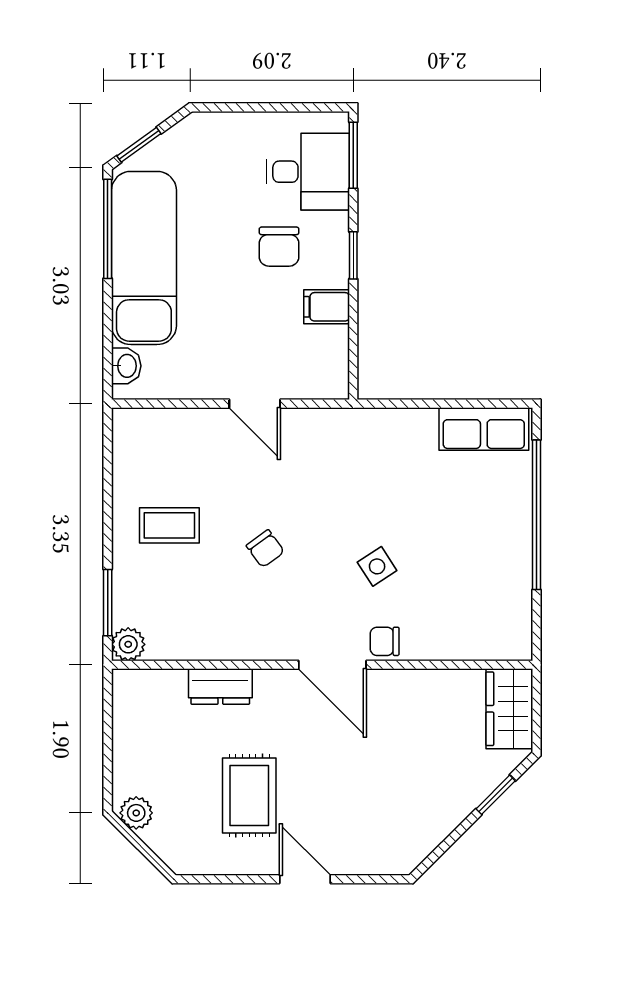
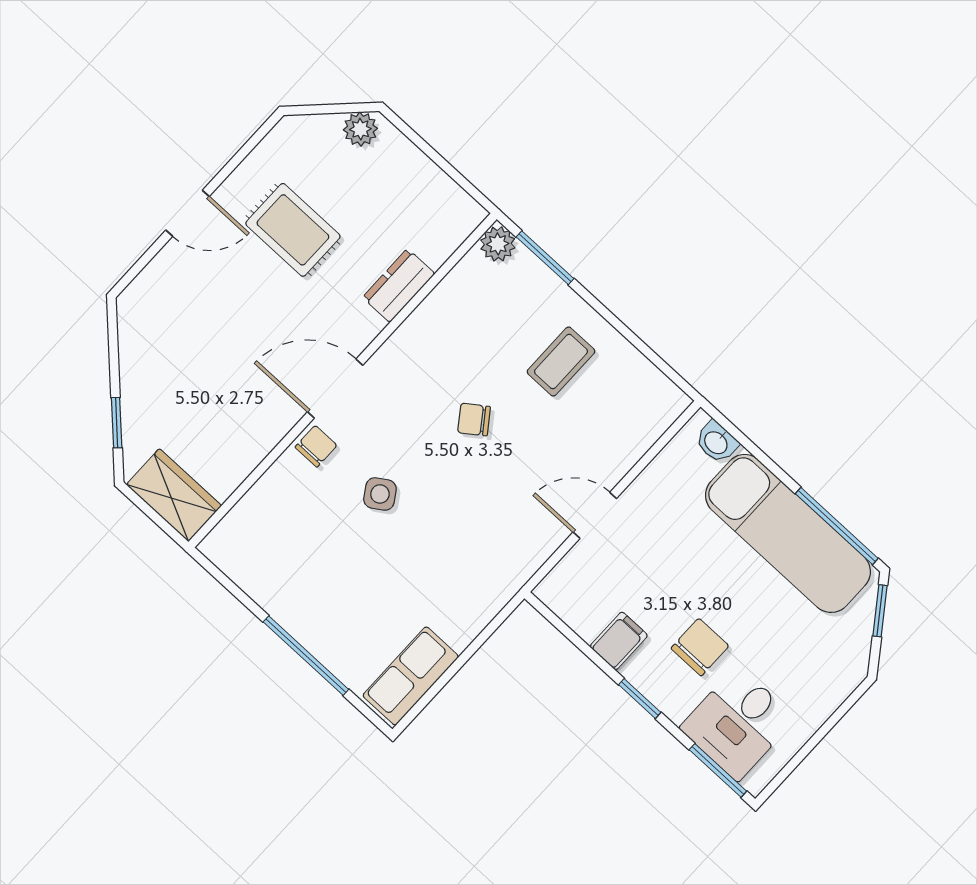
chair: (279, 247) -> (700, 647), turned 90
window: (536, 515) -> (306, 656), width x0.68

